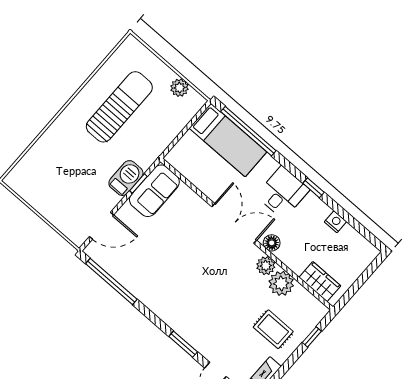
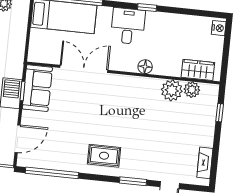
nightstand: (335, 222) -> (219, 28), moved, turned 90
double door: (234, 223) -> (84, 69), moved
plant: (266, 266) -> (192, 90), moved
rug: (273, 329) -> (104, 156), moved

